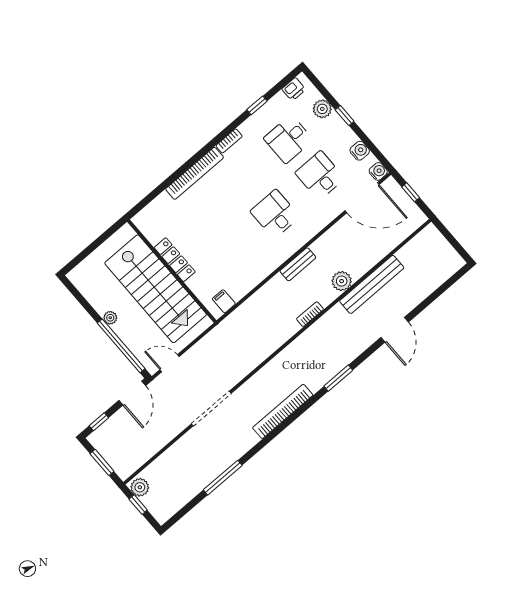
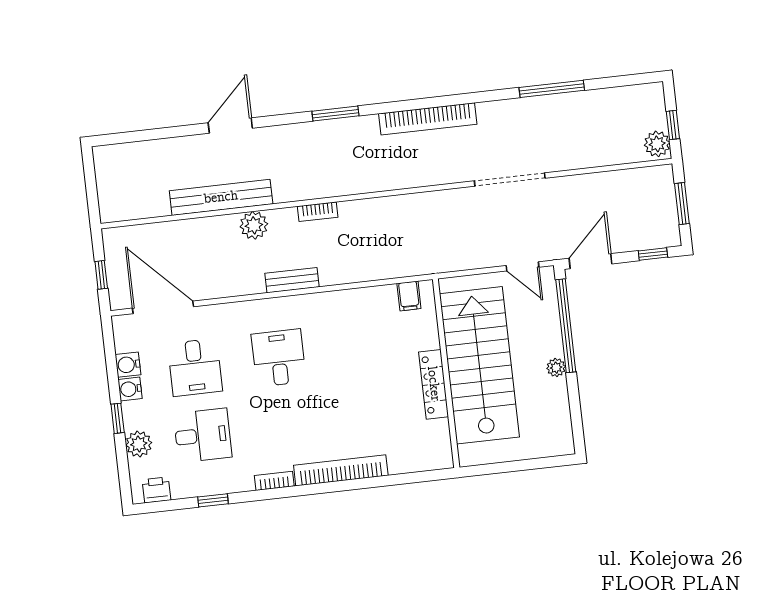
water cooler: (378, 171) -> (130, 389), moved
desk: (275, 214) -> (279, 358), turned 180

